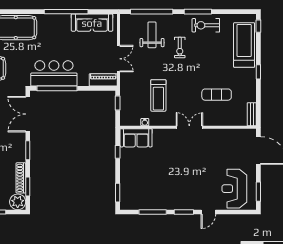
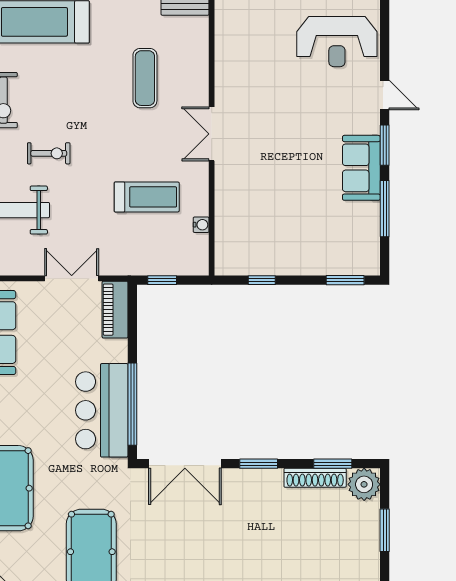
sofa: (136, 138) -> (361, 168), moved, turned 180

